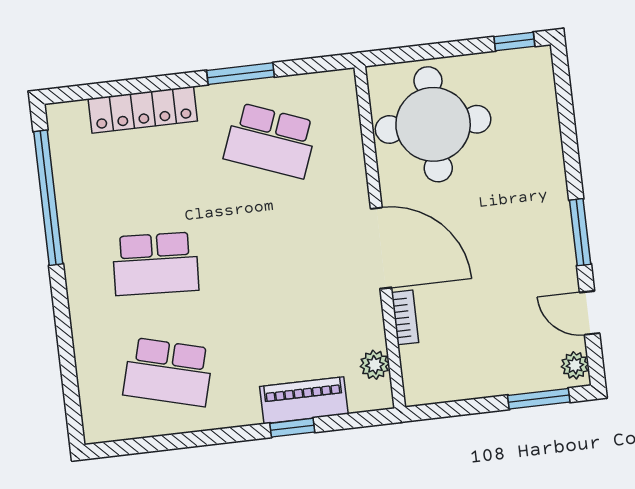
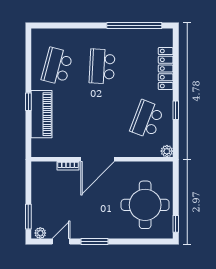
window: (241, 74) -> (176, 110), width x0.67
round table: (433, 124) -> (145, 205), moved
plant: (375, 365) -> (167, 151), moved
piano: (304, 400) -> (42, 114), width x1.37, depth x1.33
window: (292, 428) -> (28, 102), moved

